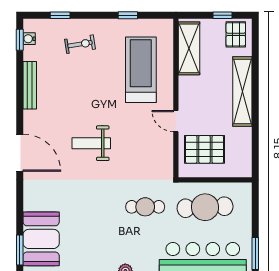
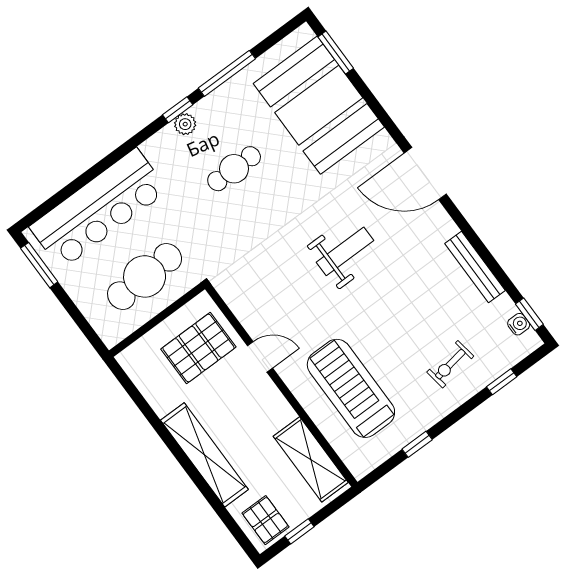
treadmill: (141, 70) -> (351, 388), turned 180
cafe table: (145, 207) -> (234, 169), moved
booth: (41, 239) -> (319, 105), width x1.36, depth x1.42

